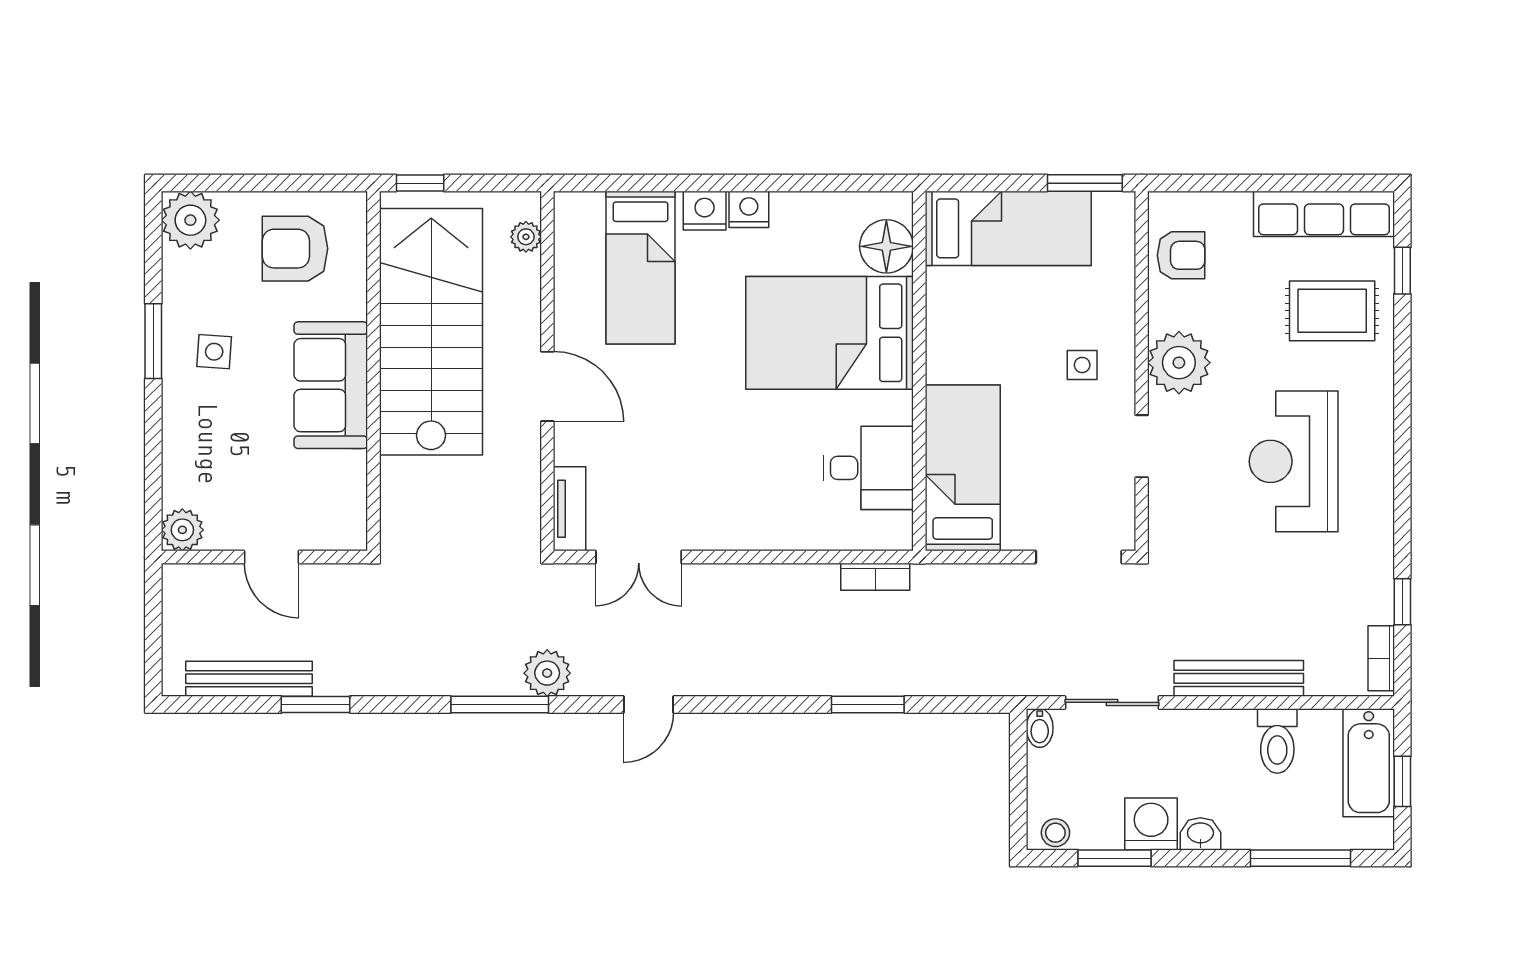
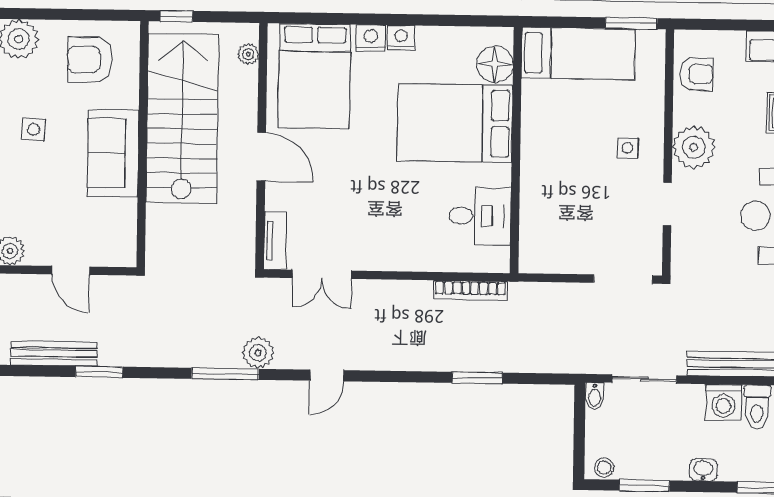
bed: (640, 268) -> (314, 76), width x1.50
bed: (963, 468) -> (545, 217), removed
bookcase: (875, 577) -> (470, 290), width x1.56
washing machine: (1151, 824) -> (723, 402), moved, turned 180

